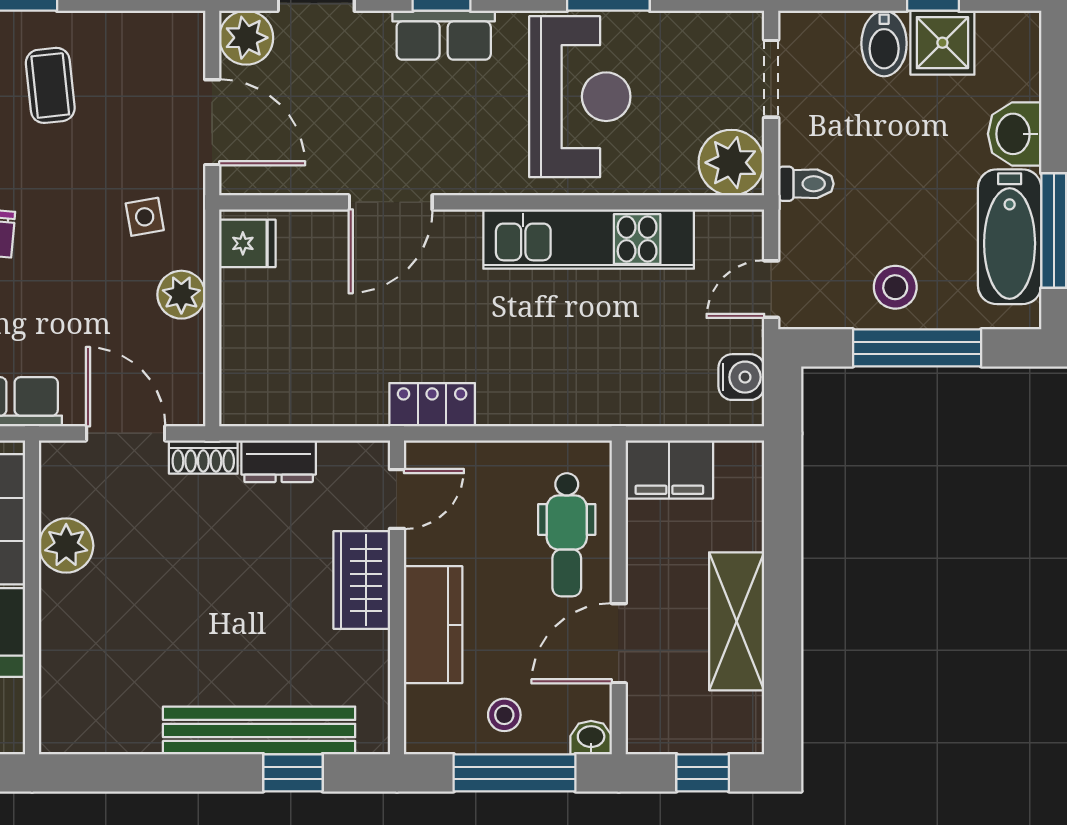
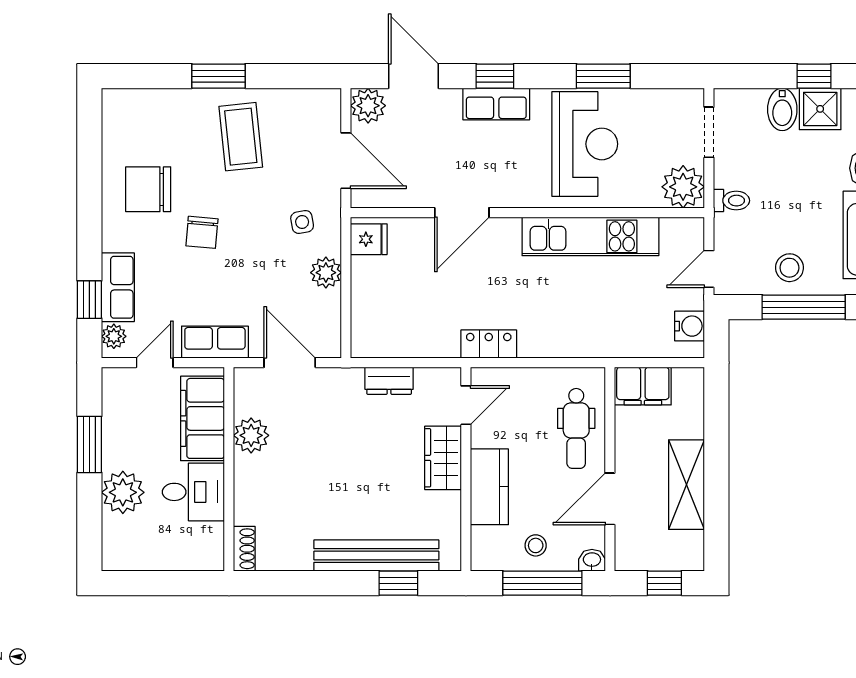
coffee table: (50, 85) -> (241, 137), width x1.36, depth x1.30
shoe rack: (203, 457) -> (244, 549), moved, turned -90

